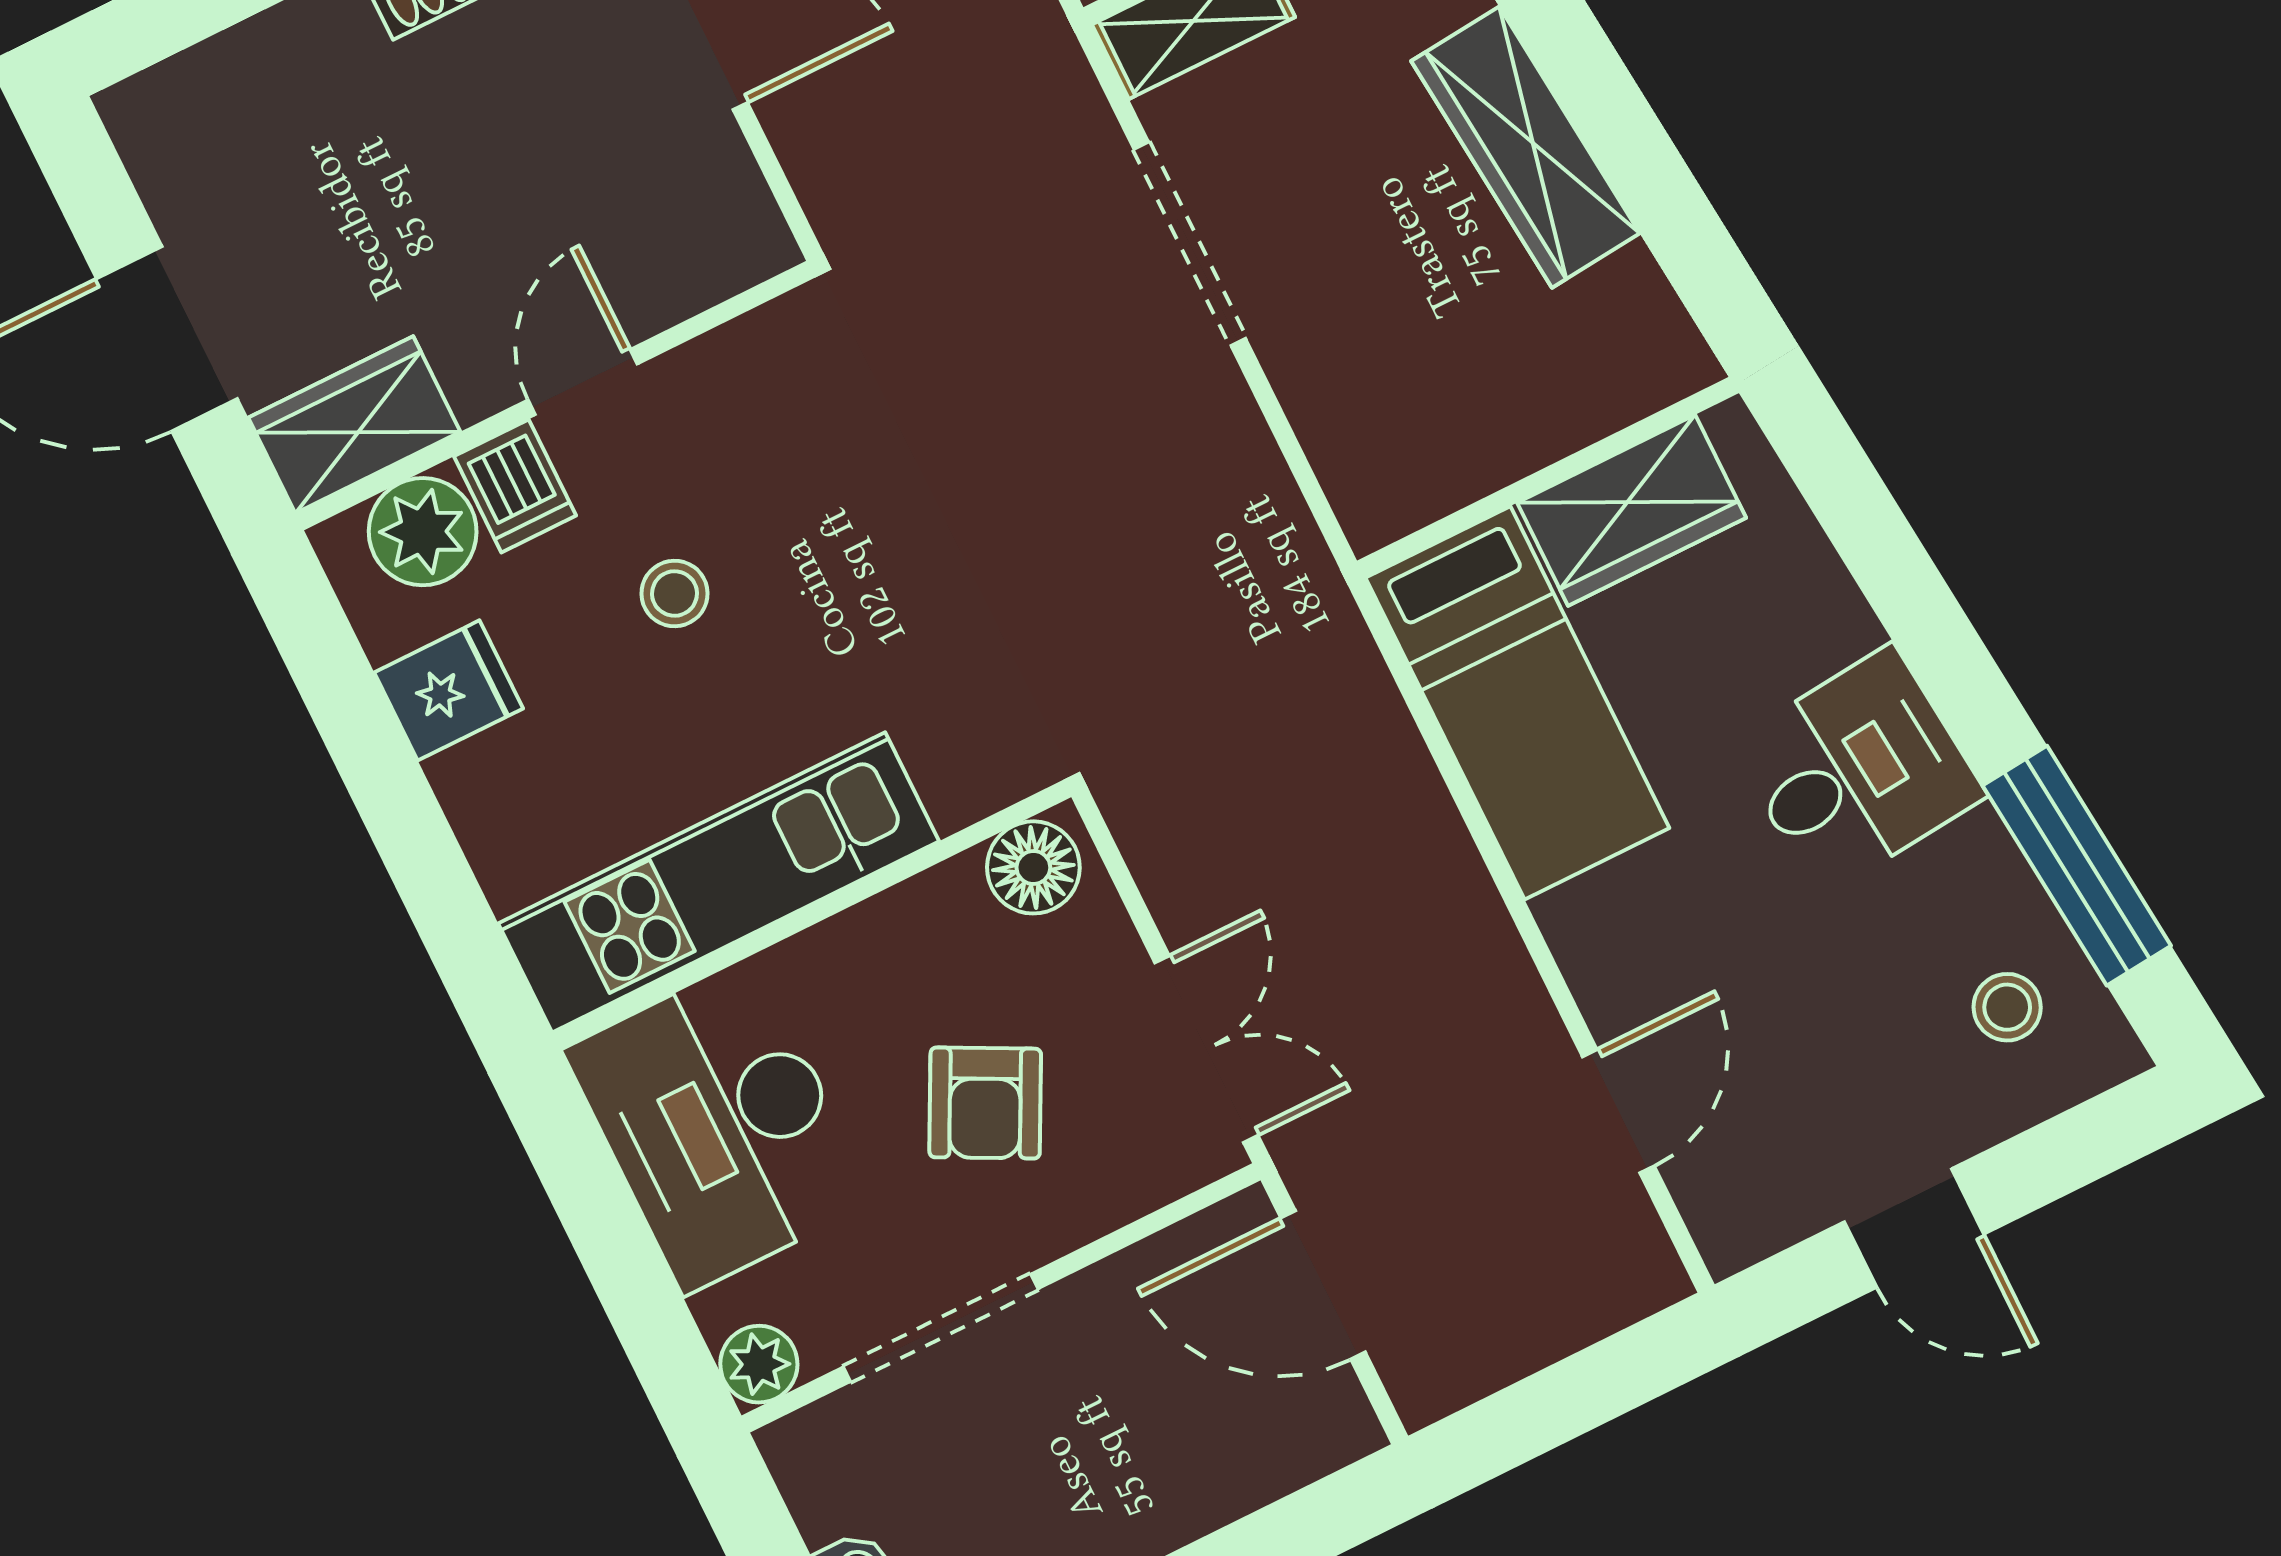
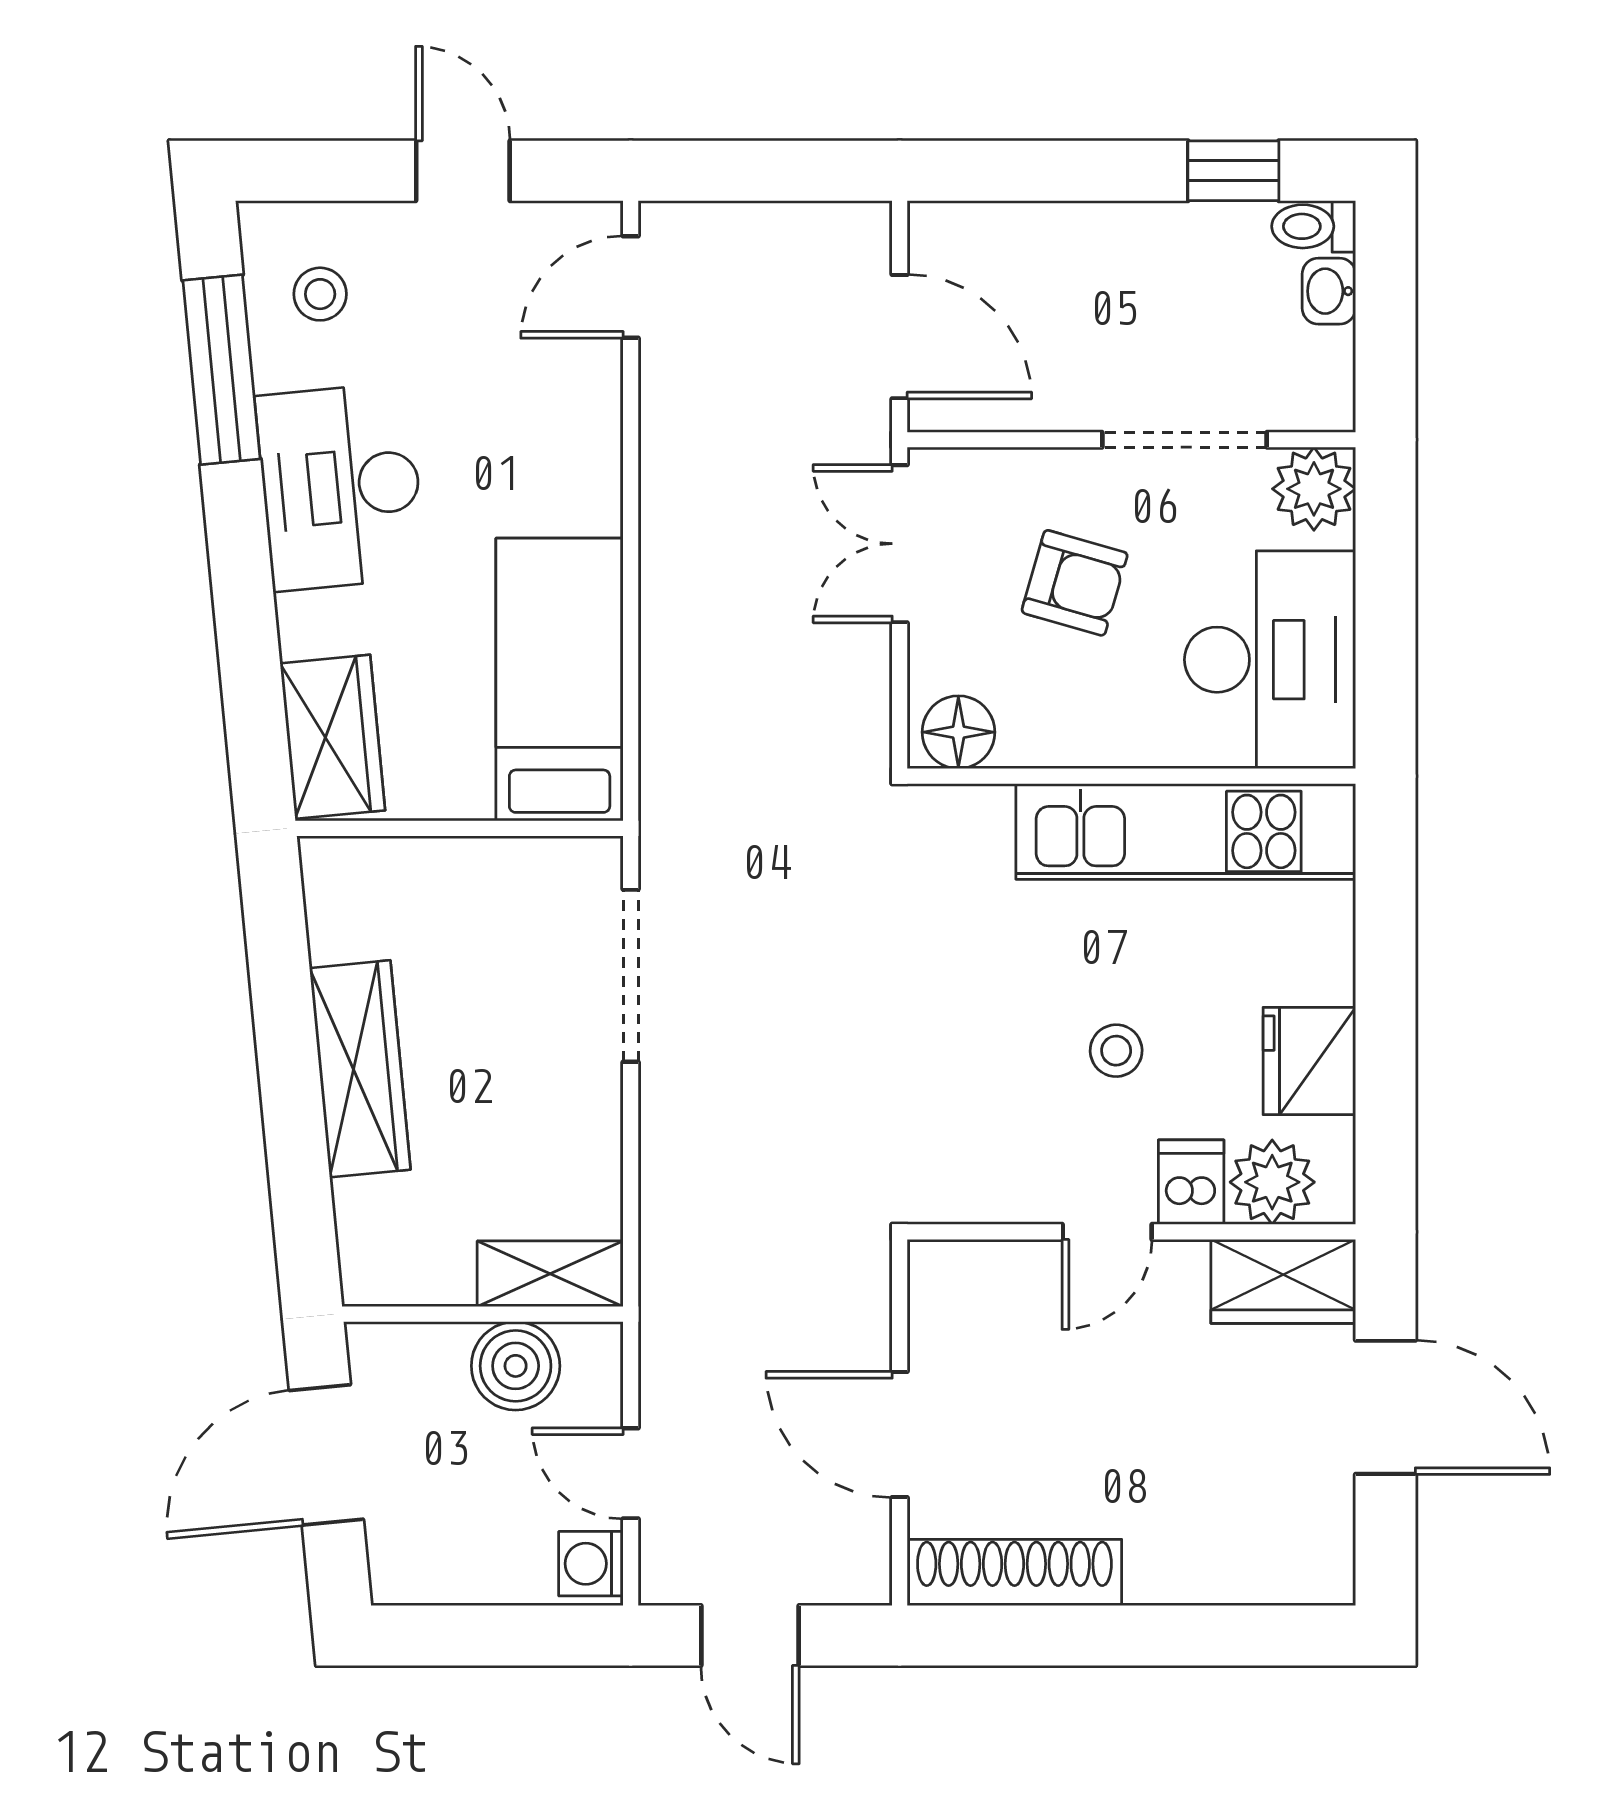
doorway: (1190, 244) -> (631, 976), moved
wardrobe: (1632, 510) -> (333, 737), moved, turned 84
fridge: (449, 690) -> (1309, 1061), width x1.38
desk: (1857, 770) -> (341, 487), width x1.37
armchair: (985, 1103) -> (1075, 583), turned 79
door: (1618, 1111) -> (631, 287), moved
plant: (759, 1364) -> (1314, 489), width x1.38, depth x1.38

